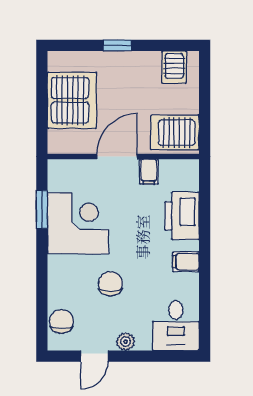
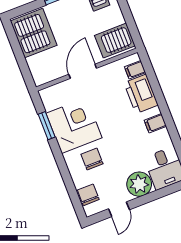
server rack: (72, 100) -> (34, 33), moved
filing cabinet: (149, 172) -> (135, 70), moved, turned 90
chair: (111, 284) -> (92, 159), moved
plant: (126, 341) -> (139, 184), width x1.88, depth x1.88

